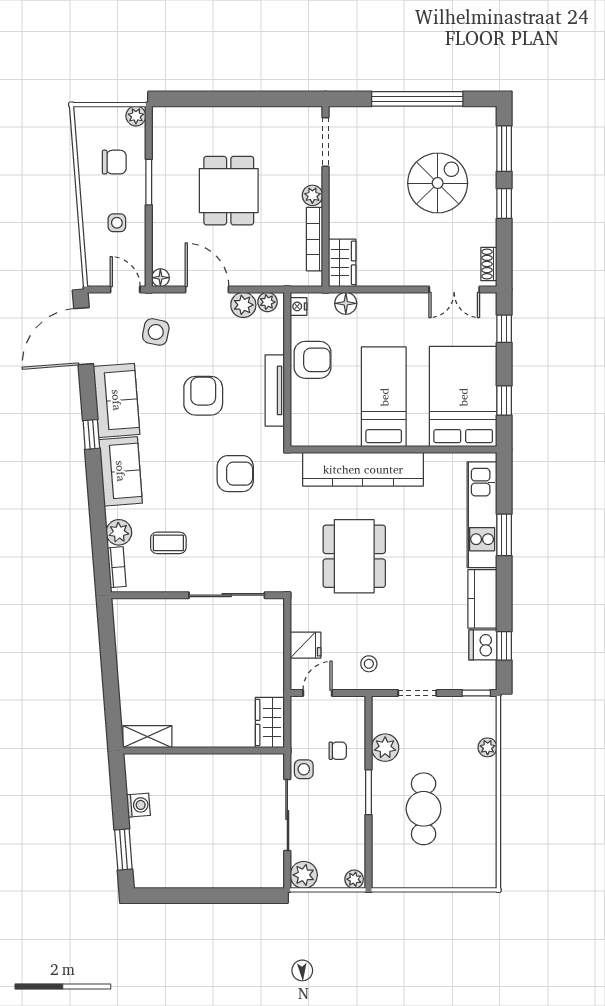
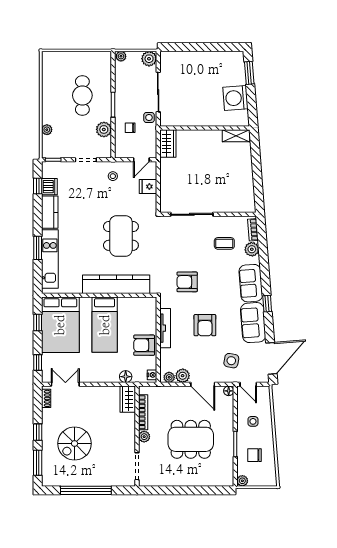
dining table: (229, 191) -> (191, 439), width x1.38
washing machine: (138, 805) -> (235, 98), width x1.89, depth x1.89

